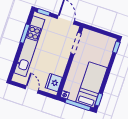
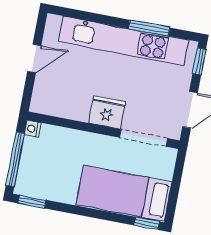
fridge: (54, 83) -> (107, 112), moved
bed: (91, 85) -> (124, 193), moved, turned 180

